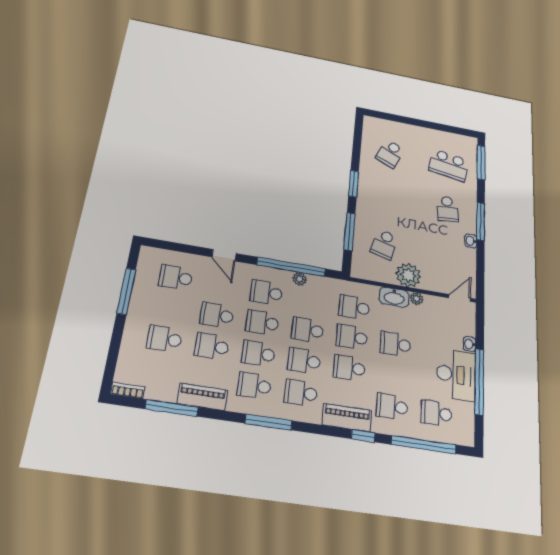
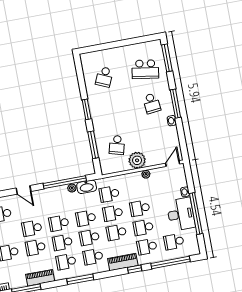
school desk: (266, 293) -> (143, 227), moved
washbasin: (394, 297) -> (87, 187), moved

